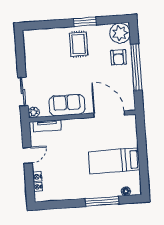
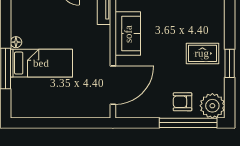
window: (136, 67) -> (188, 123), moved
bed: (114, 161) -> (41, 63), moved, turned 90
floor lamp: (126, 191) -> (16, 42), moved

